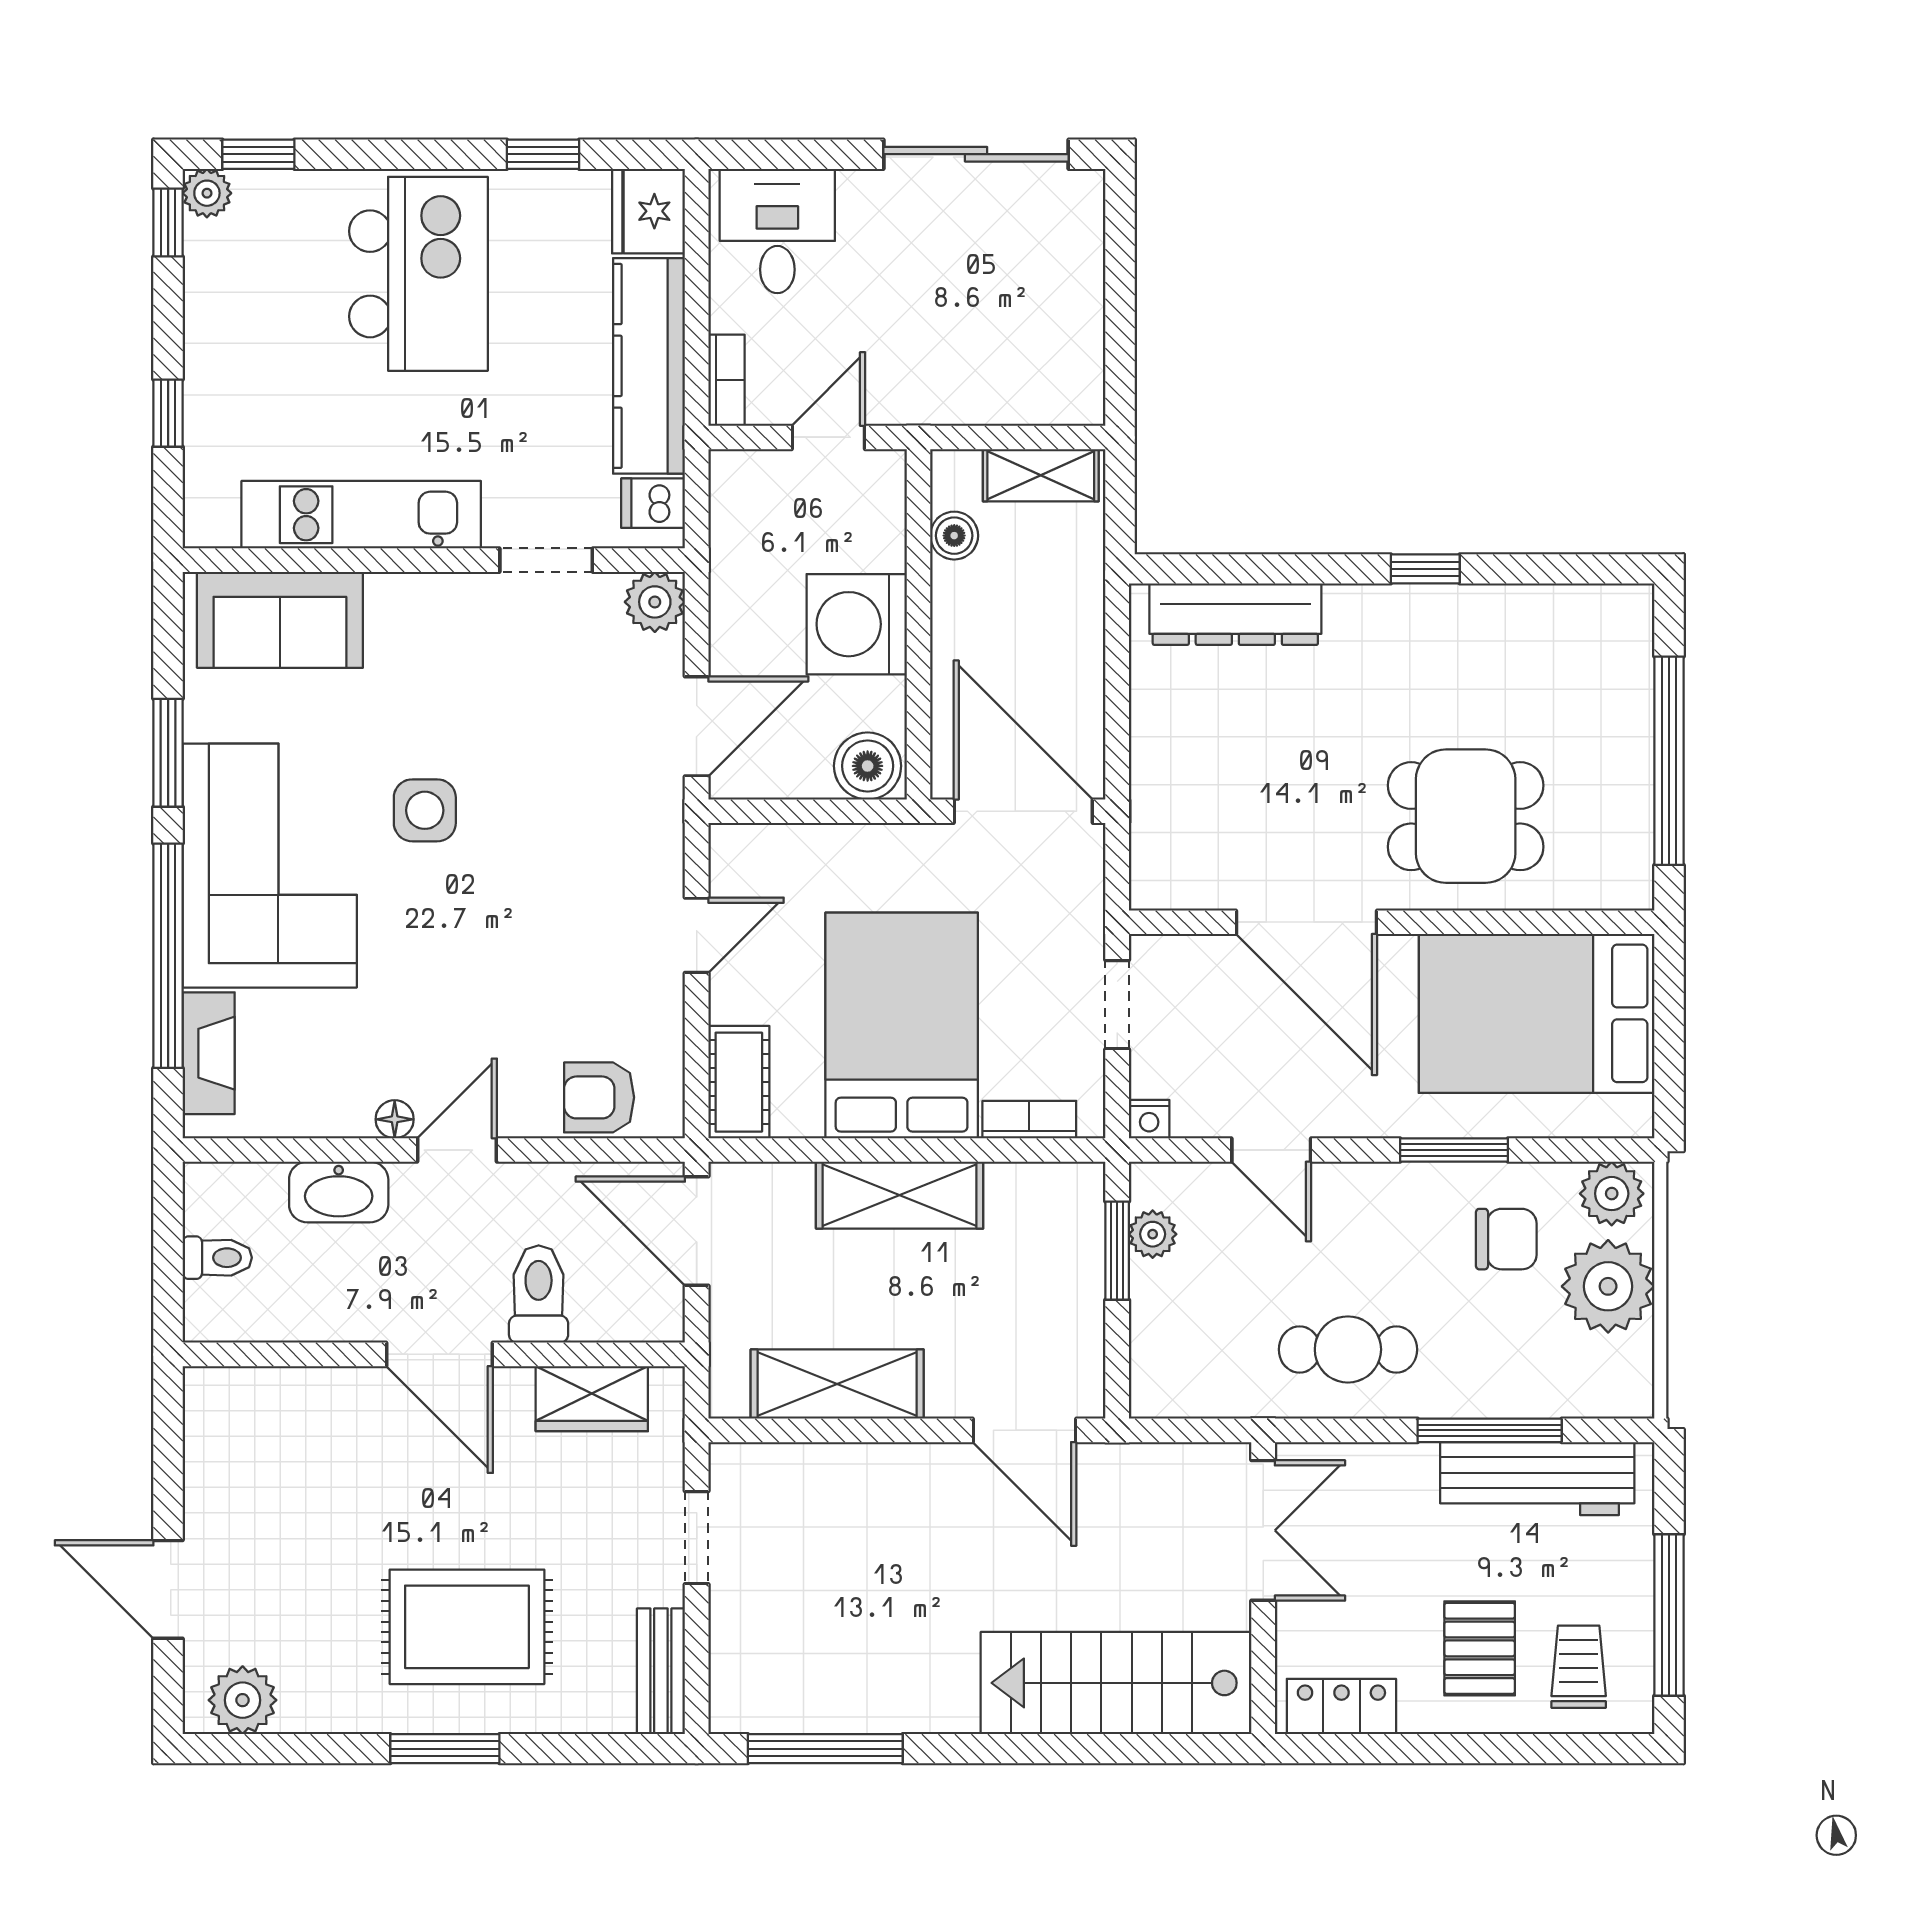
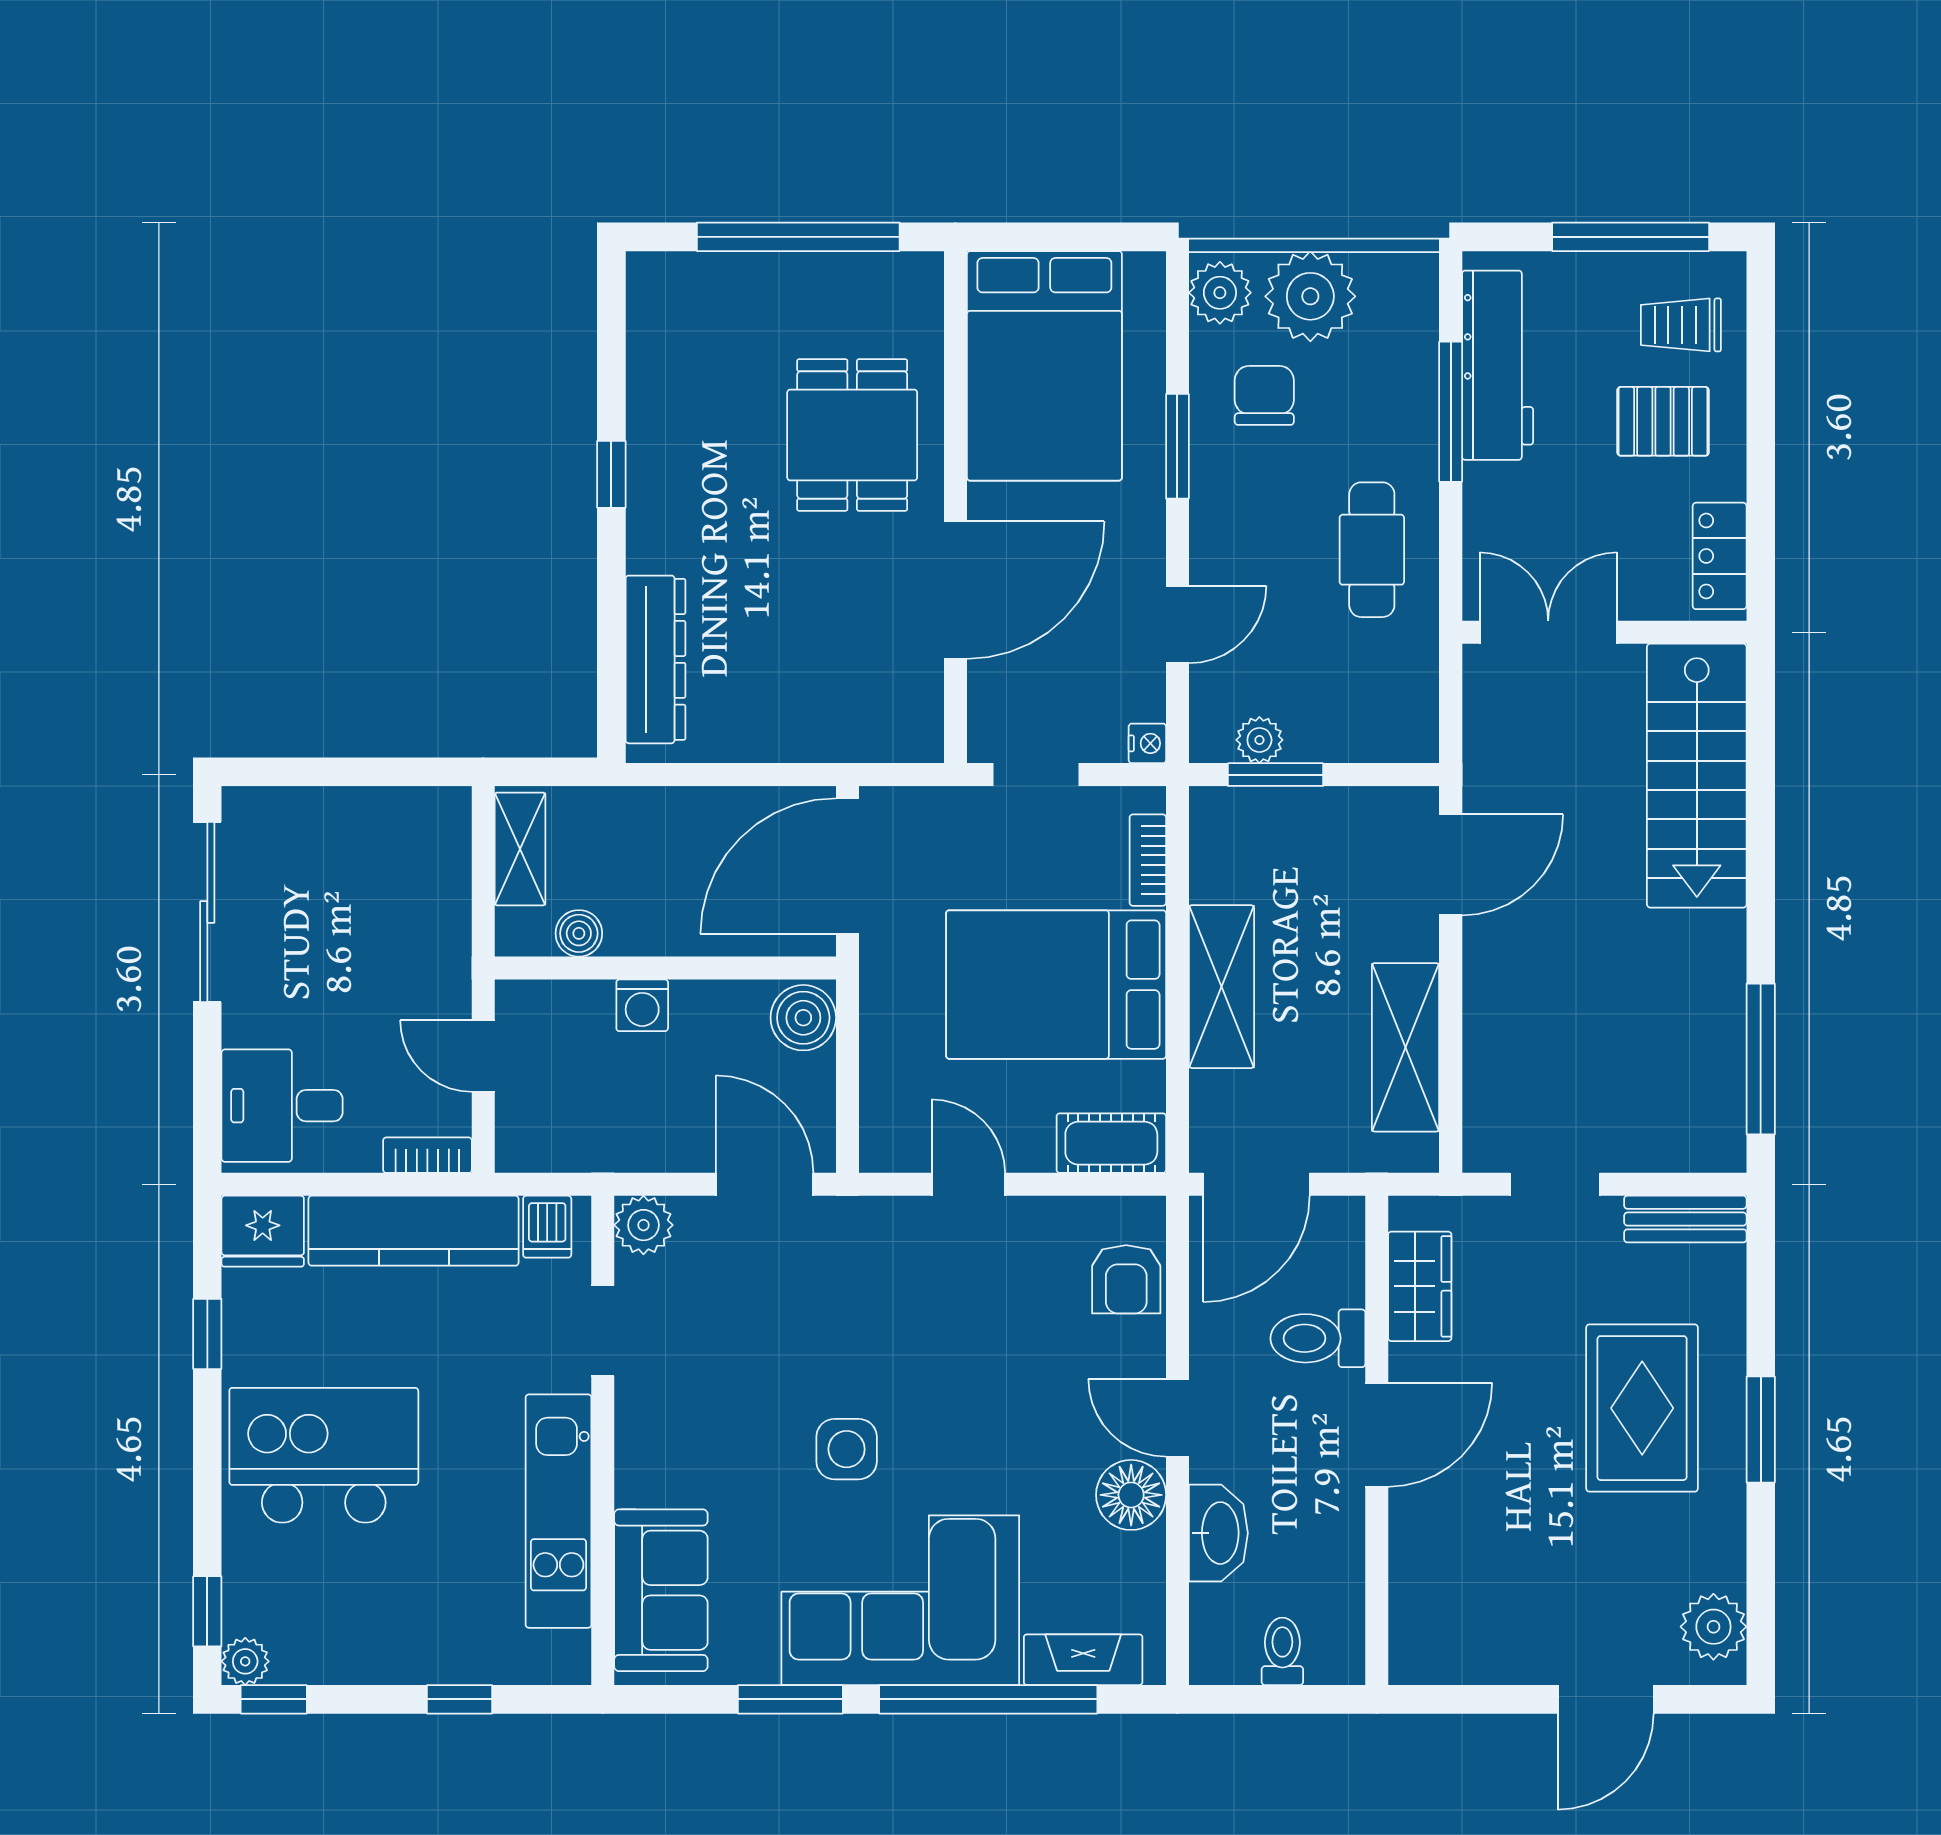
washing machine: (857, 624) -> (642, 1005), width x0.53, depth x0.53
floor lamp: (395, 1119) -> (1131, 1495), width x1.89, depth x1.89

